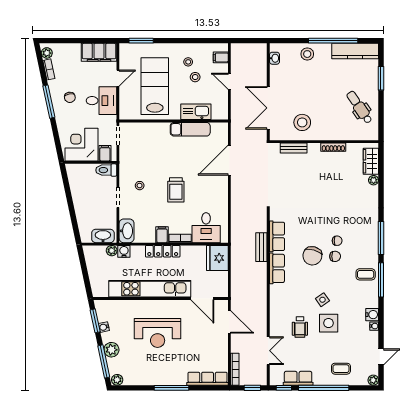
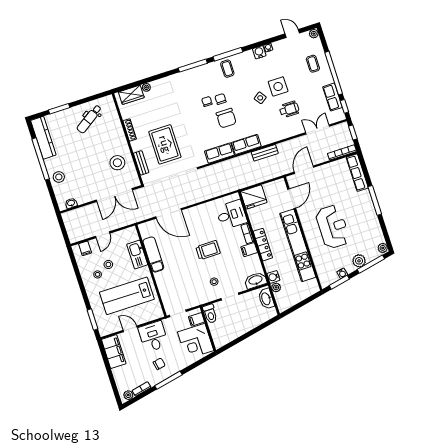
rug: (305, 180) -> (165, 144), added
bench: (261, 247) -> (265, 153), moved
chair: (312, 256) -> (226, 118), turned 74

